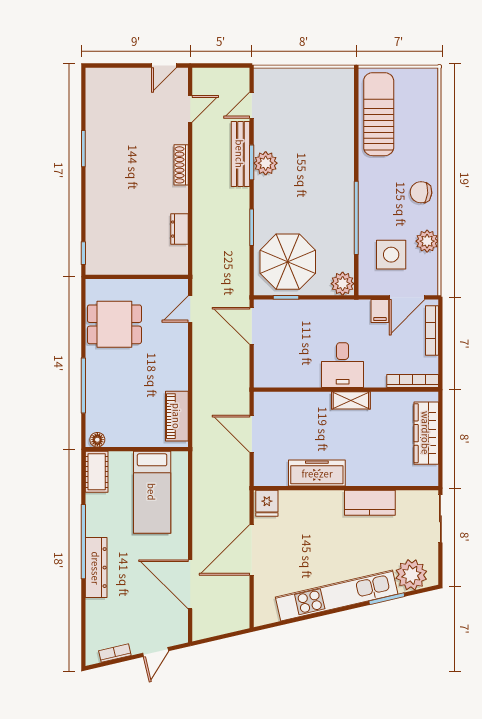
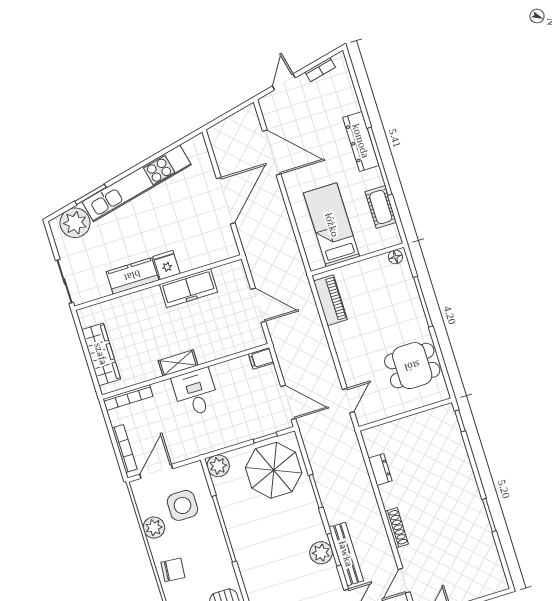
filing cabinet: (380, 311) -> (261, 358), moved, turned -90
cot: (97, 472) -> (381, 207), moved
fridge: (267, 503) -> (167, 265), moved

